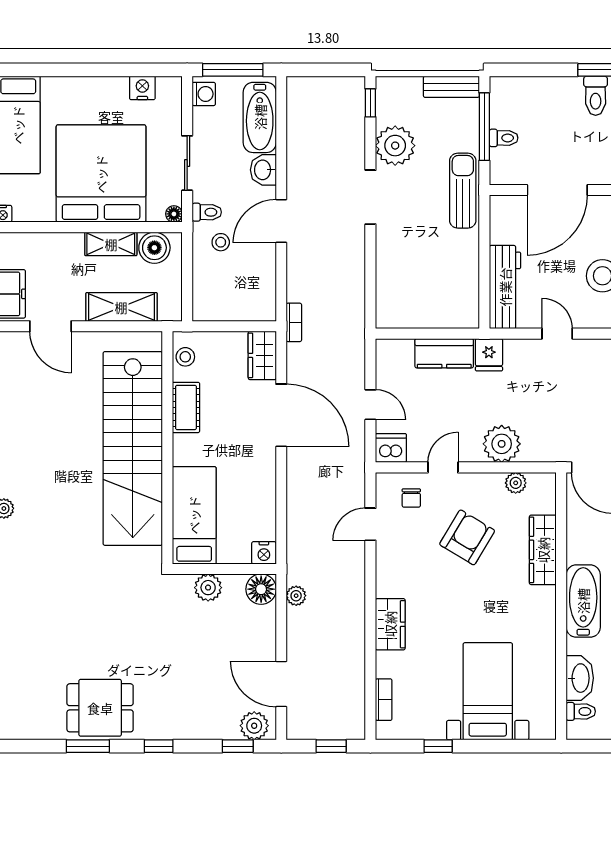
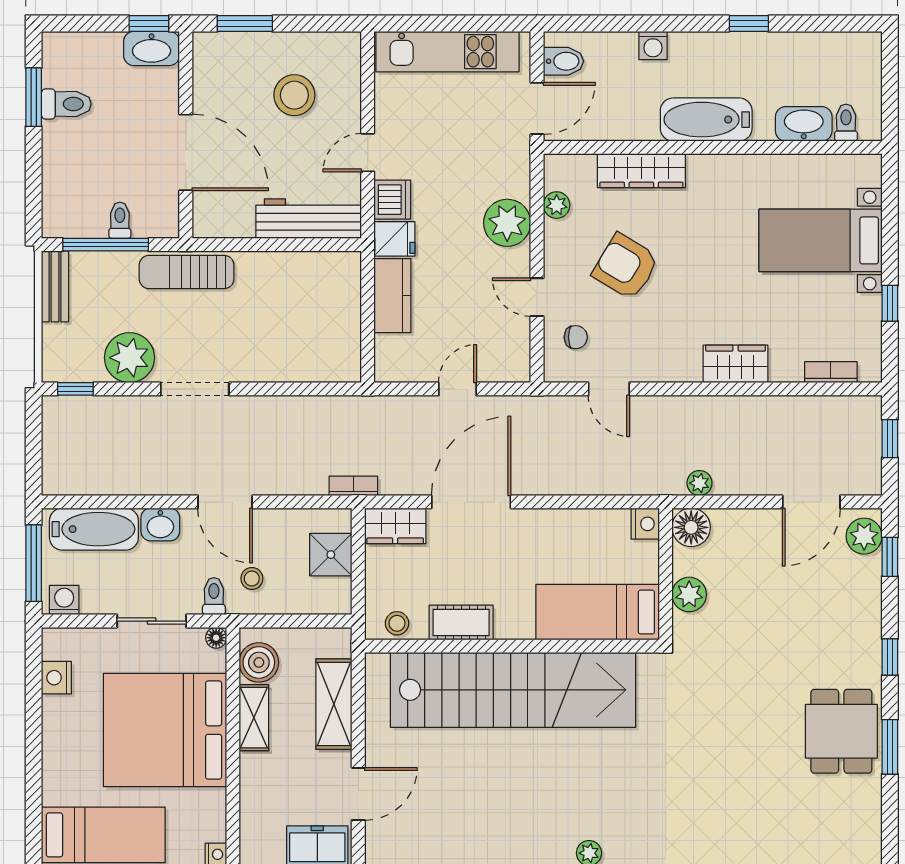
shower: (240, 305) -> (331, 555), added
dishwasher: (391, 448) -> (392, 200), moved, turned 180

